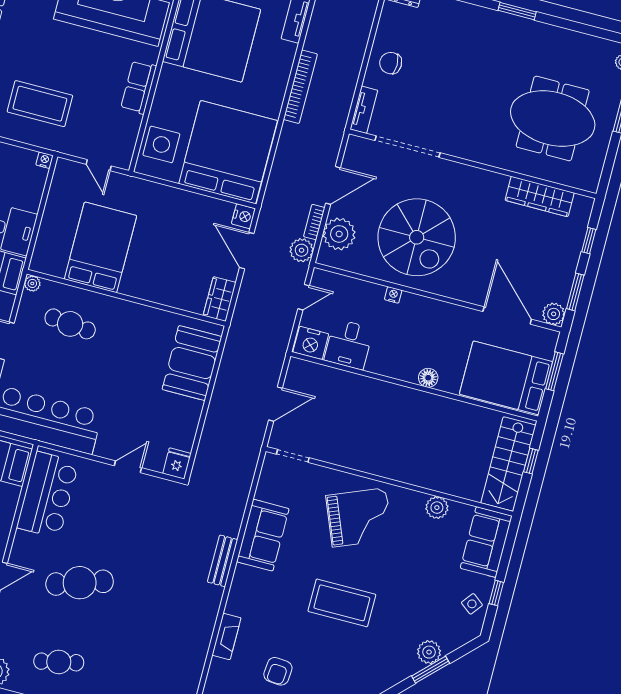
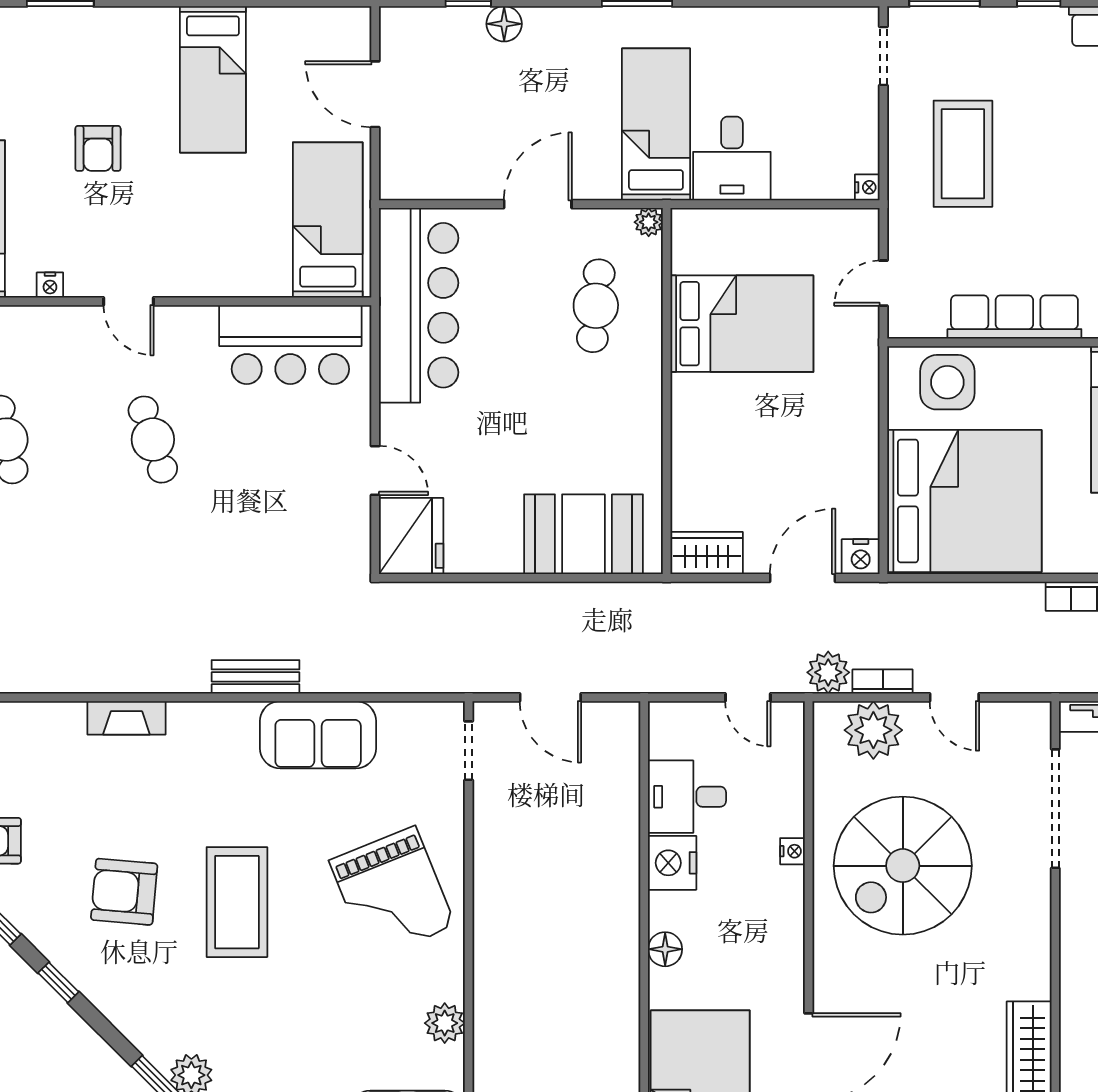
row of seats: (139, 87) -> (1014, 317), width x1.48
door: (333, 185) -> (954, 697), width x0.73
nightstand: (311, 343) -> (672, 863), moved
fridge: (177, 464) -> (411, 536), width x1.88, depth x1.34
cafe table: (80, 583) -> (153, 440), width x0.73, depth x0.74
armchair: (278, 671) -> (124, 892), moved, width x1.38, depth x1.38

